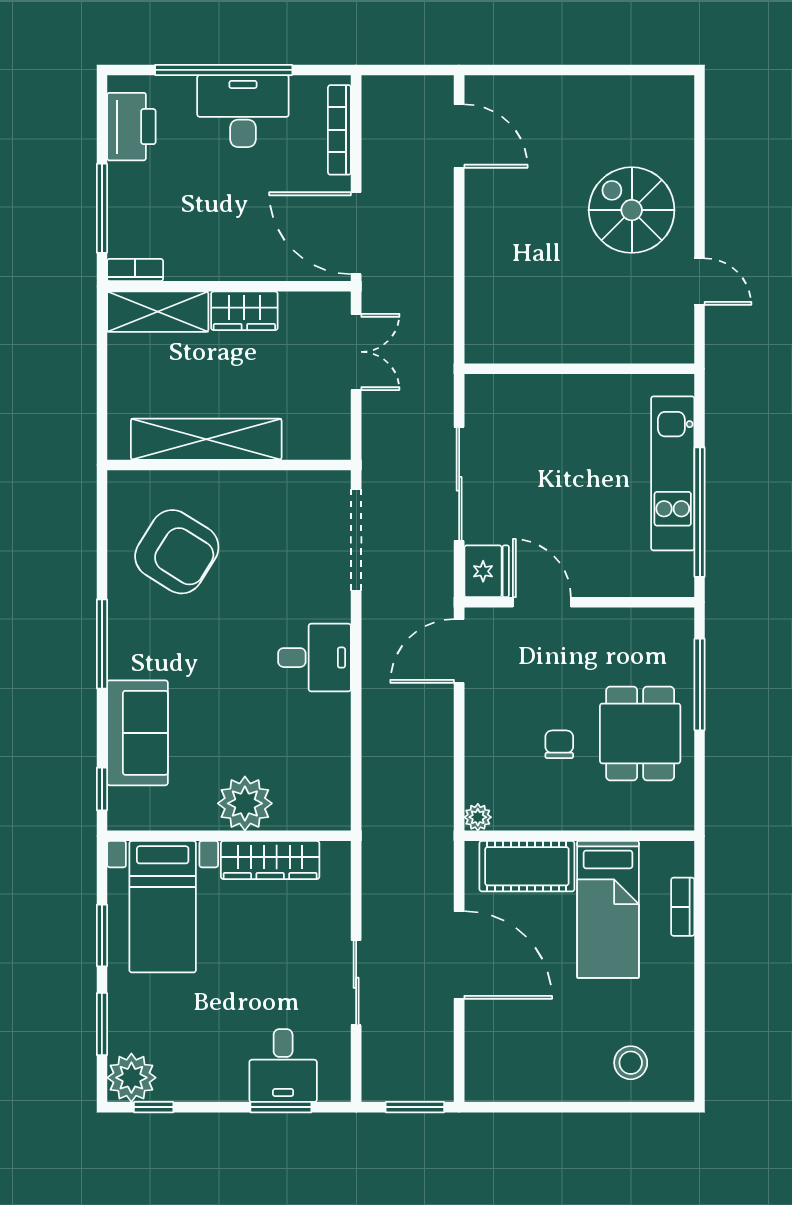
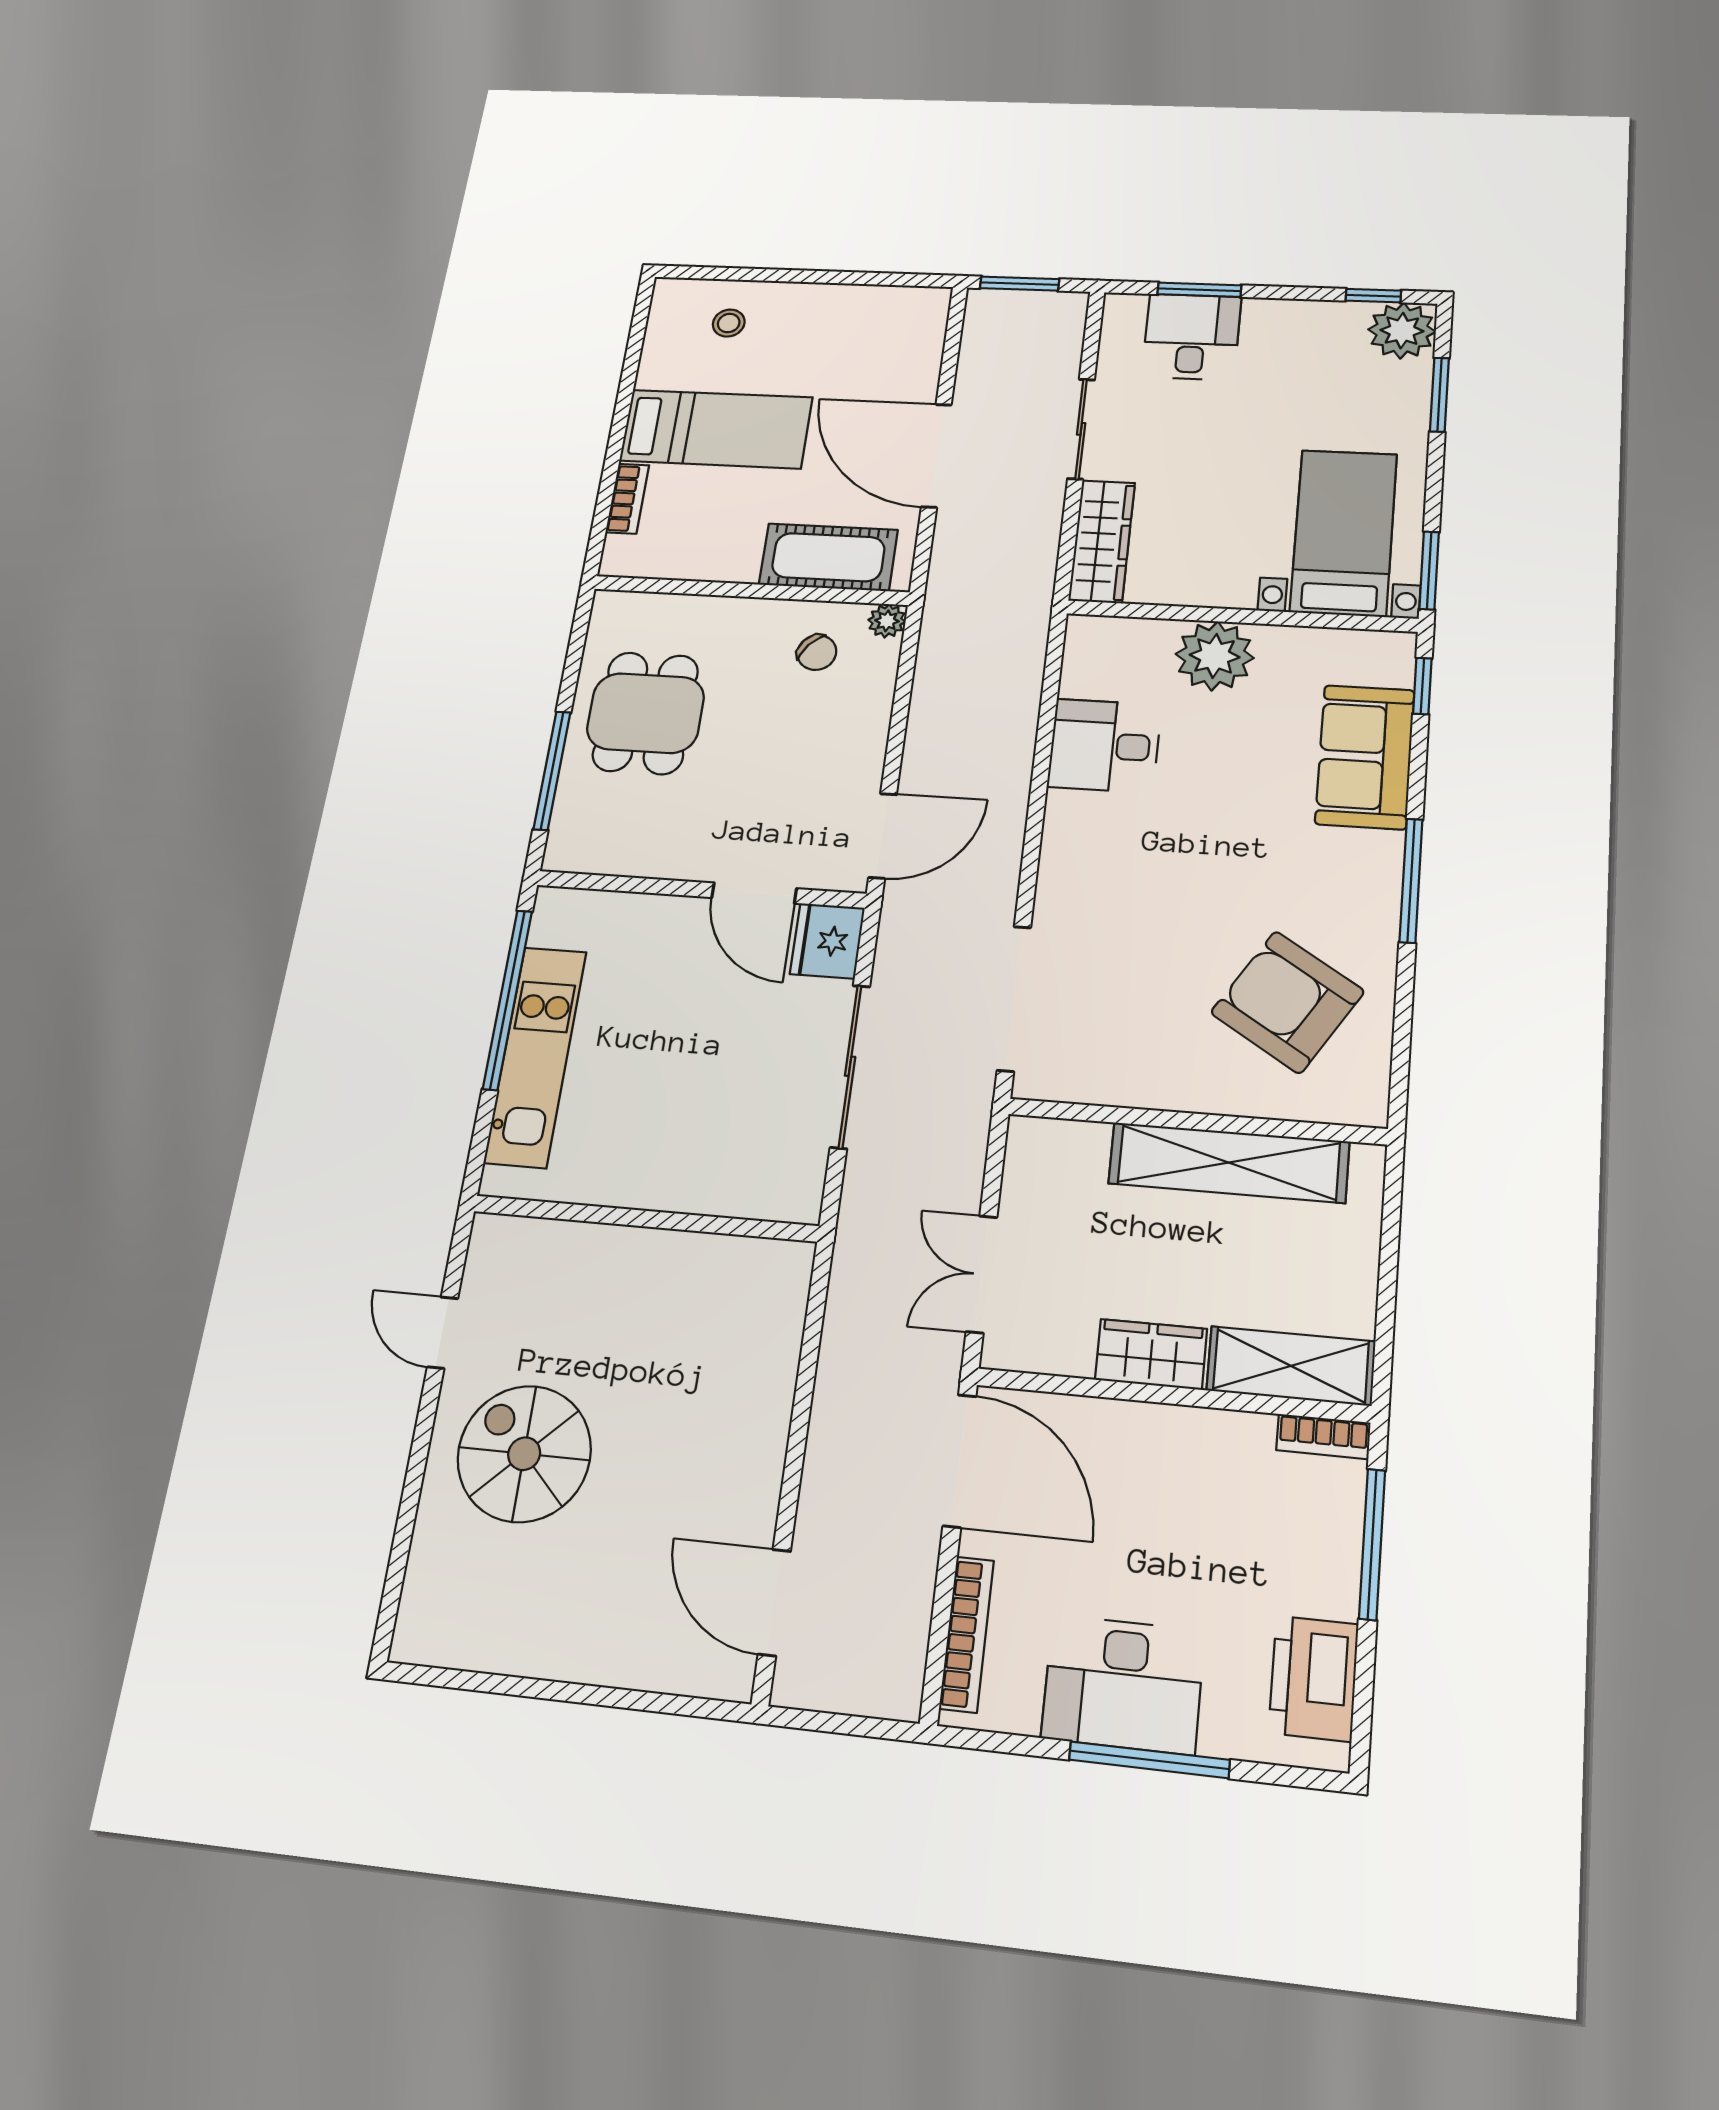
window: (224, 70) -> (1149, 1760), width x0.68
spiral stairs: (632, 210) -> (524, 1454), turned 180
desk: (314, 658) -> (1104, 746), moved
chair: (559, 744) -> (817, 653), moved, turned -50
wardrobe: (270, 860) -> (1102, 541), moved, turned 90
bed: (608, 909) -> (716, 429), moved, turned 90
window: (102, 935) -> (1429, 570), moved
stool: (631, 1063) -> (729, 323), width x0.73, depth x0.73

